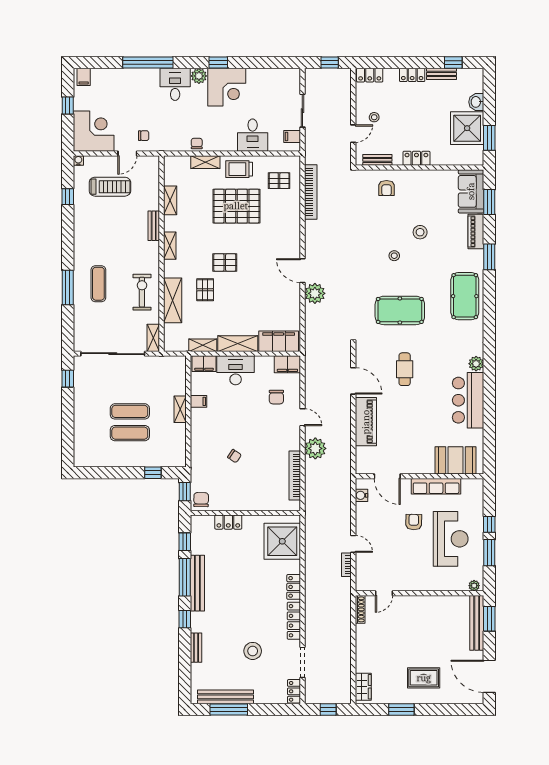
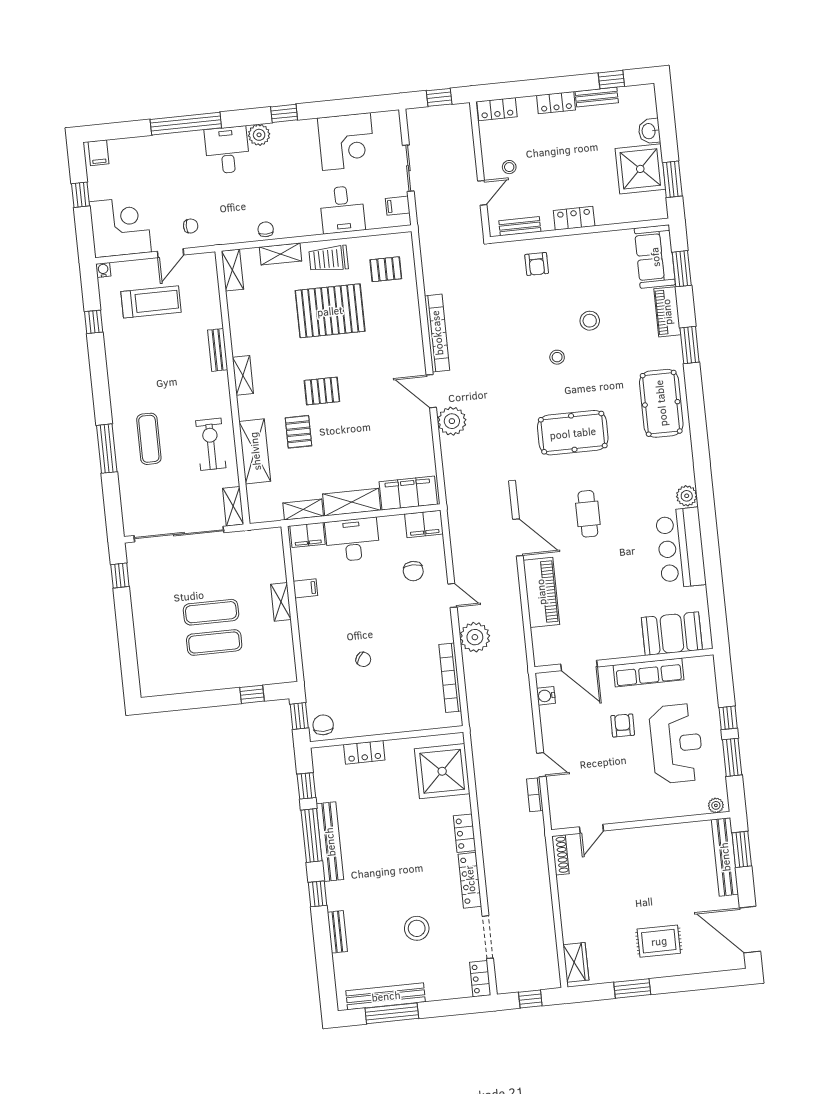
corner desk: (227, 87) -> (346, 142), moved
bookcase: (311, 192) -> (437, 333), moved
shelving: (170, 200) -> (232, 270), moved

